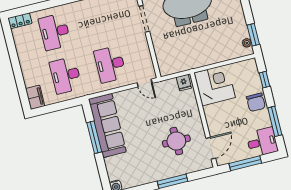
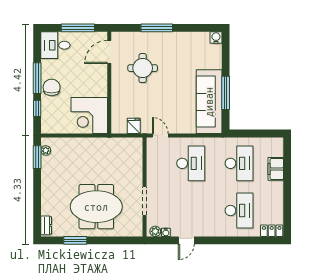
fridge: (184, 83) -> (134, 126), moved
filing cabinet: (35, 97) -> (276, 169), moved
window: (275, 121) -> (37, 78), moved

